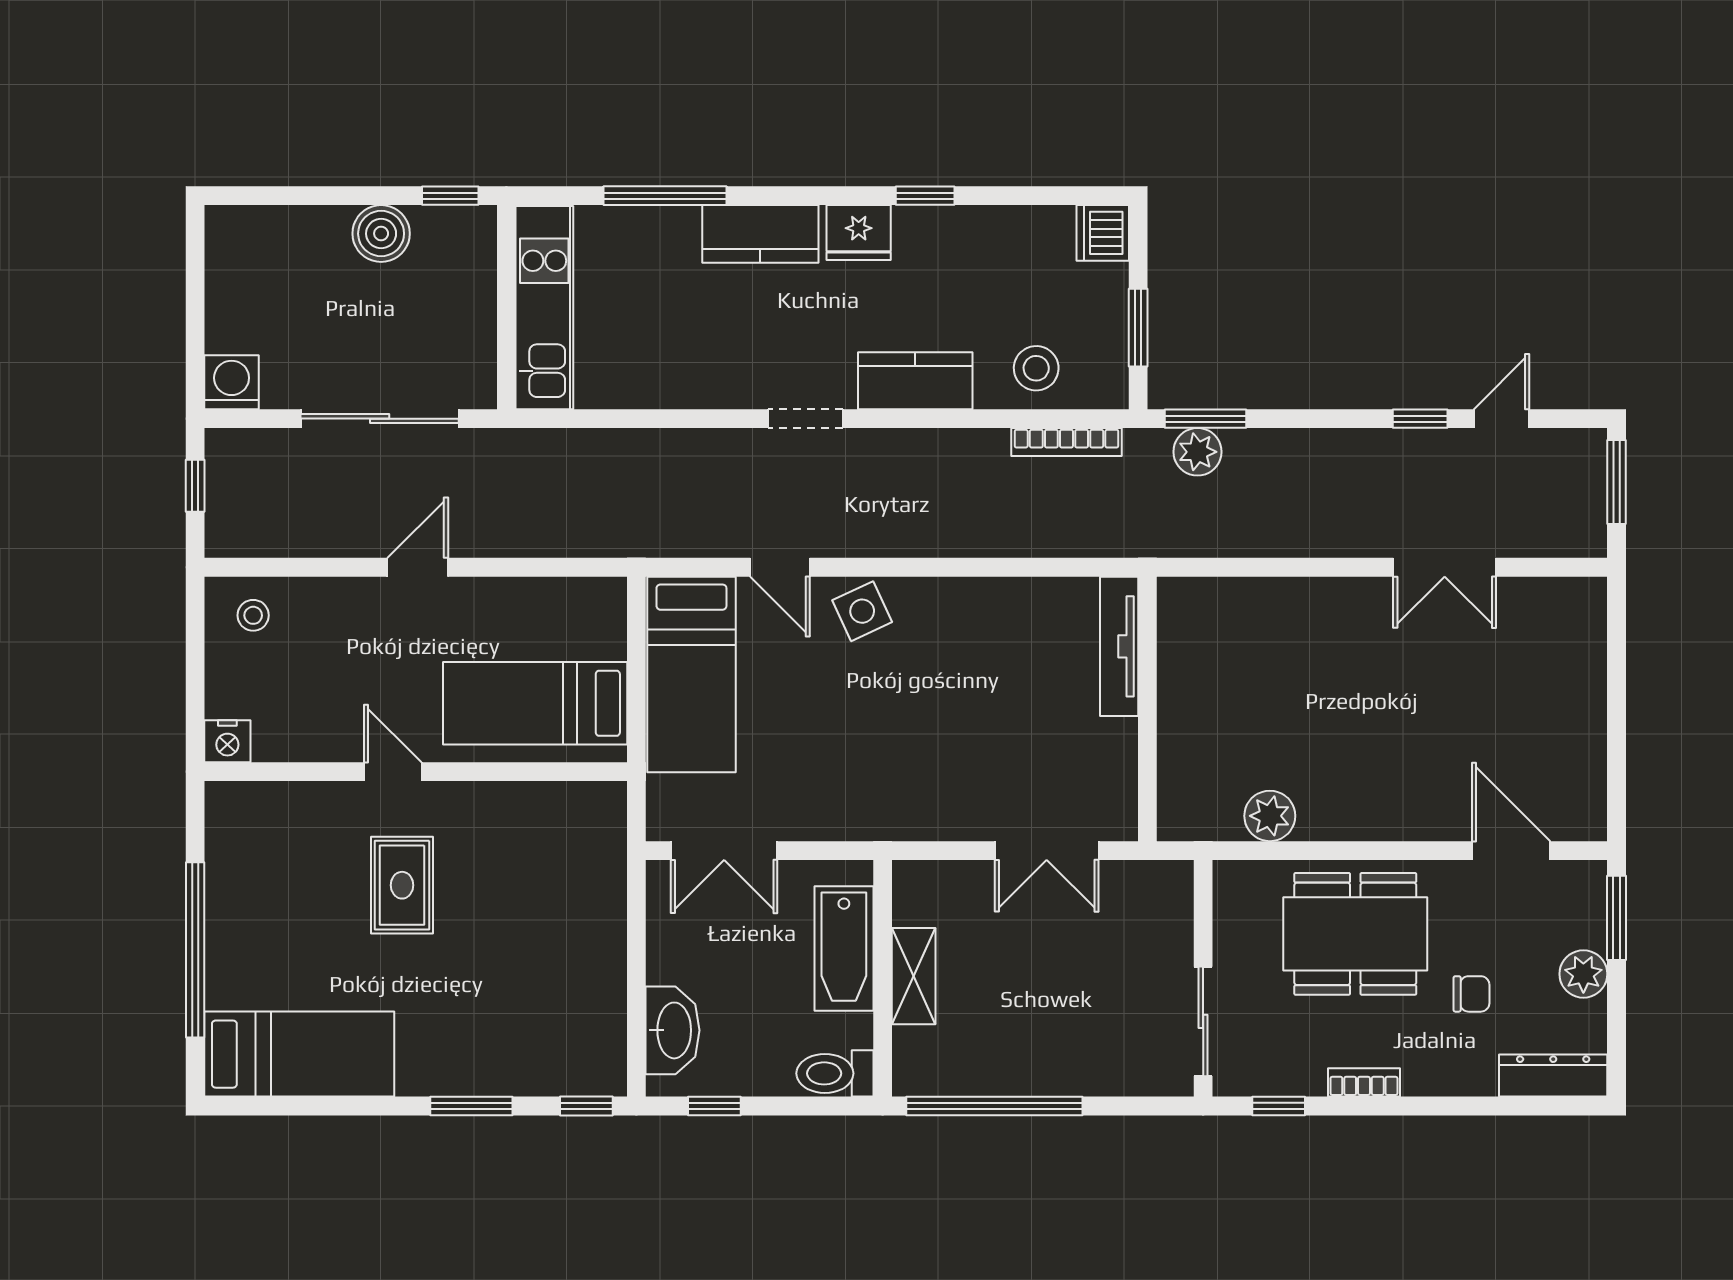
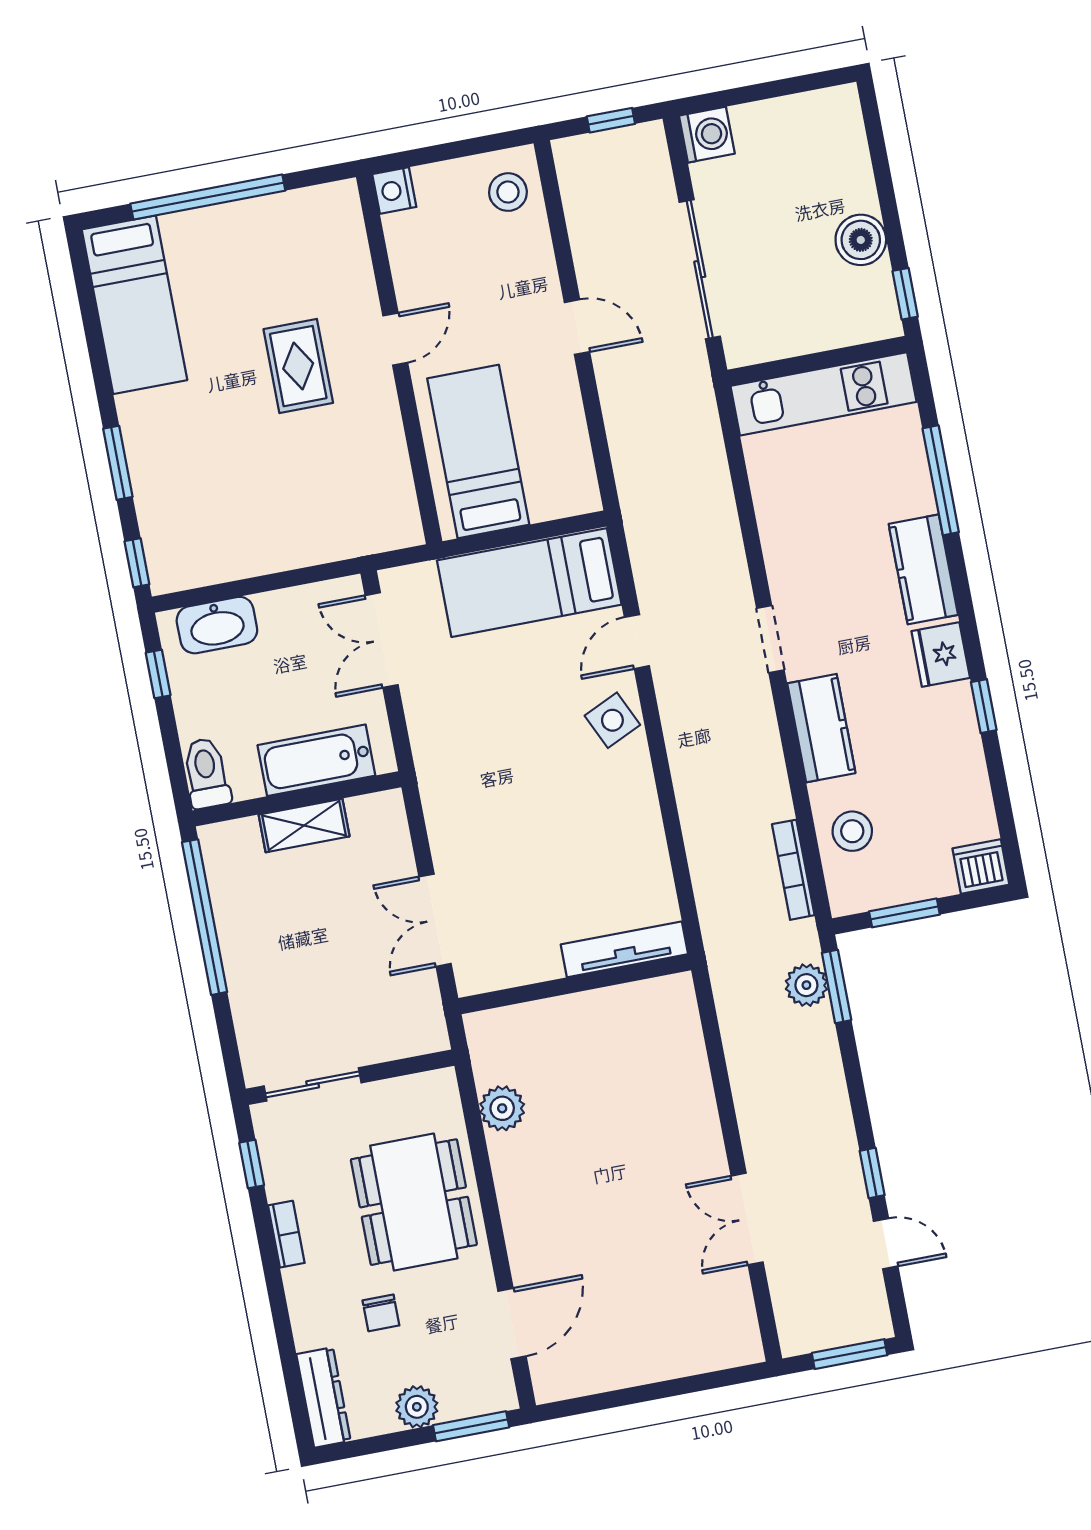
stool: (253, 615) -> (508, 192), width x1.37, depth x1.37
rug: (402, 885) -> (298, 366), turned 90

